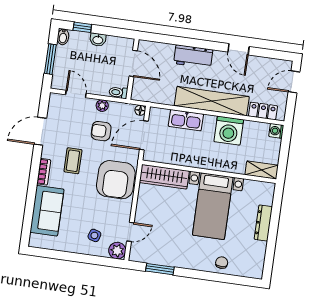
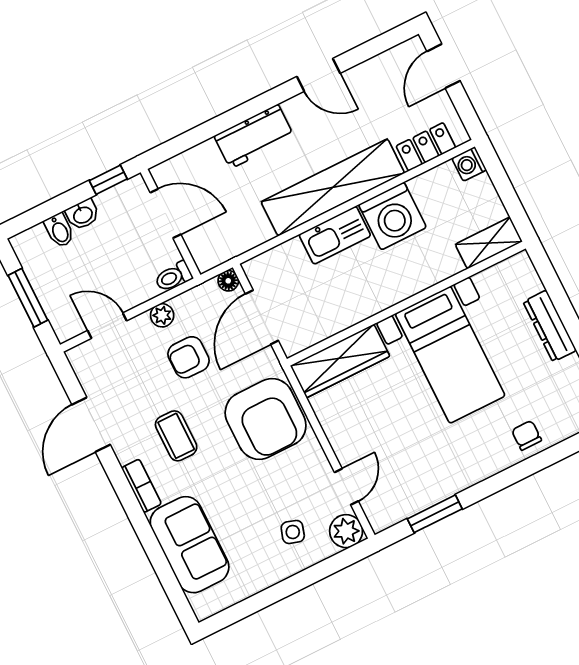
window: (82, 27) -> (108, 180), moved
bidet: (63, 37) -> (59, 230), moved
kitchen sink: (186, 120) -> (335, 235), moved

